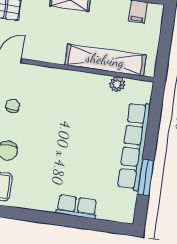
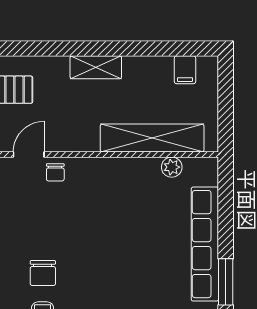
chair: (13, 106) -> (55, 172), moved, turned 180

